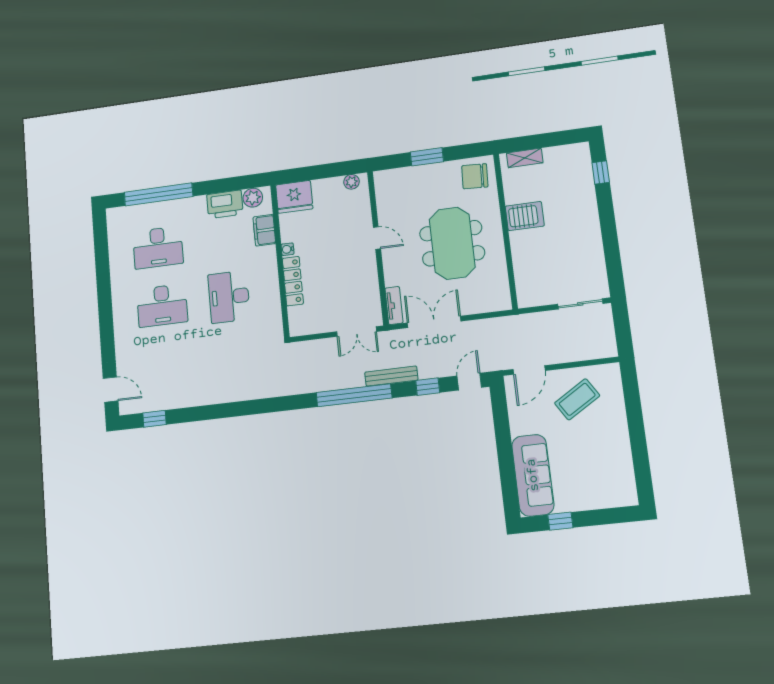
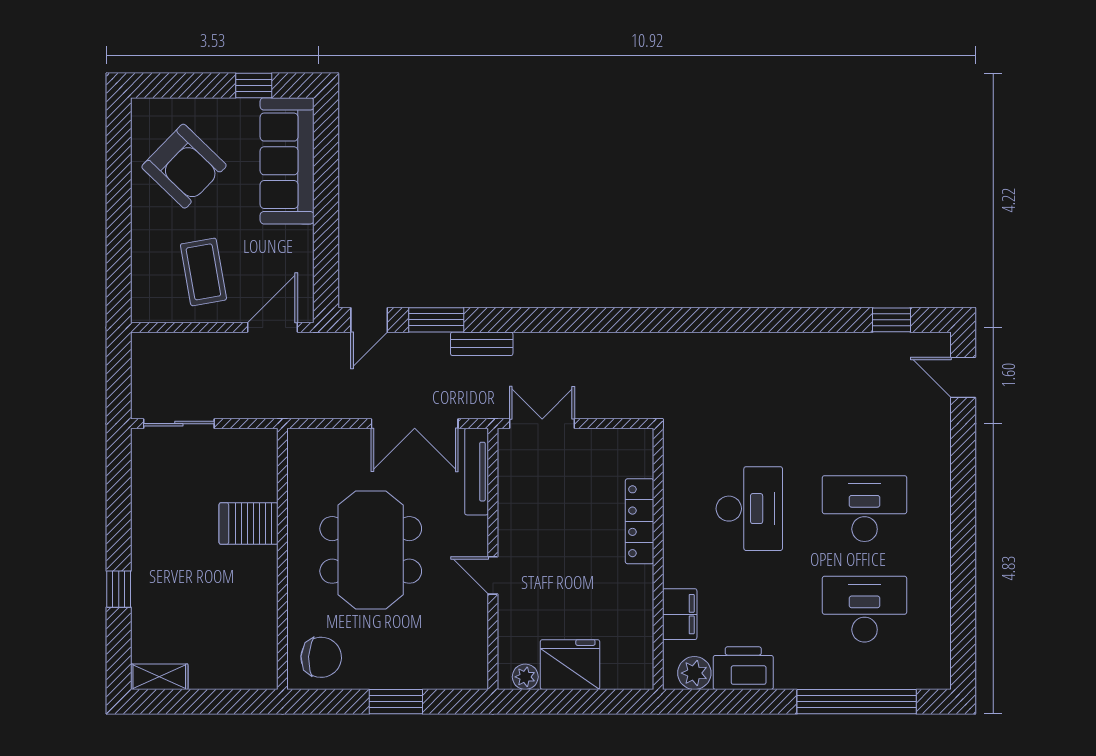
shelving: (525, 158) -> (159, 677), moved
window: (601, 173) -> (119, 589), moved
fridge: (294, 197) -> (570, 665), moved
server rack: (525, 216) -> (249, 524), moved
water cooler: (288, 249) -> (643, 576), removed
tv unit: (394, 305) -> (477, 472), width x1.41
bench: (391, 376) -> (482, 344), width x0.73
window: (428, 387) -> (436, 320), width x1.50
window: (354, 395) -> (557, 320), removed
coffee table: (577, 399) -> (203, 272), turned -68
armchair: (598, 465) -> (184, 166), added

